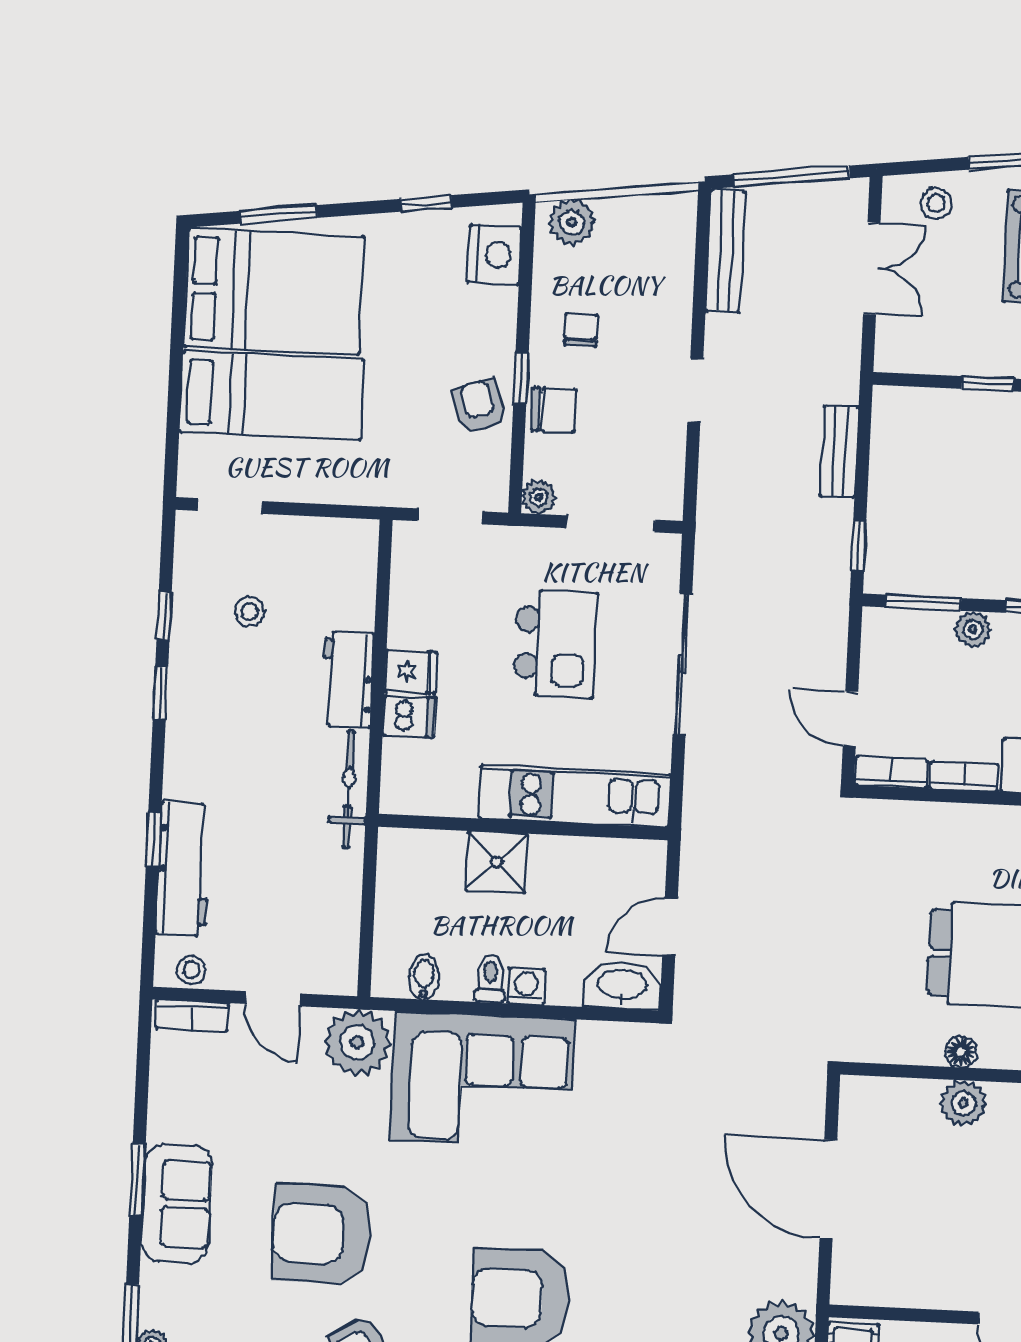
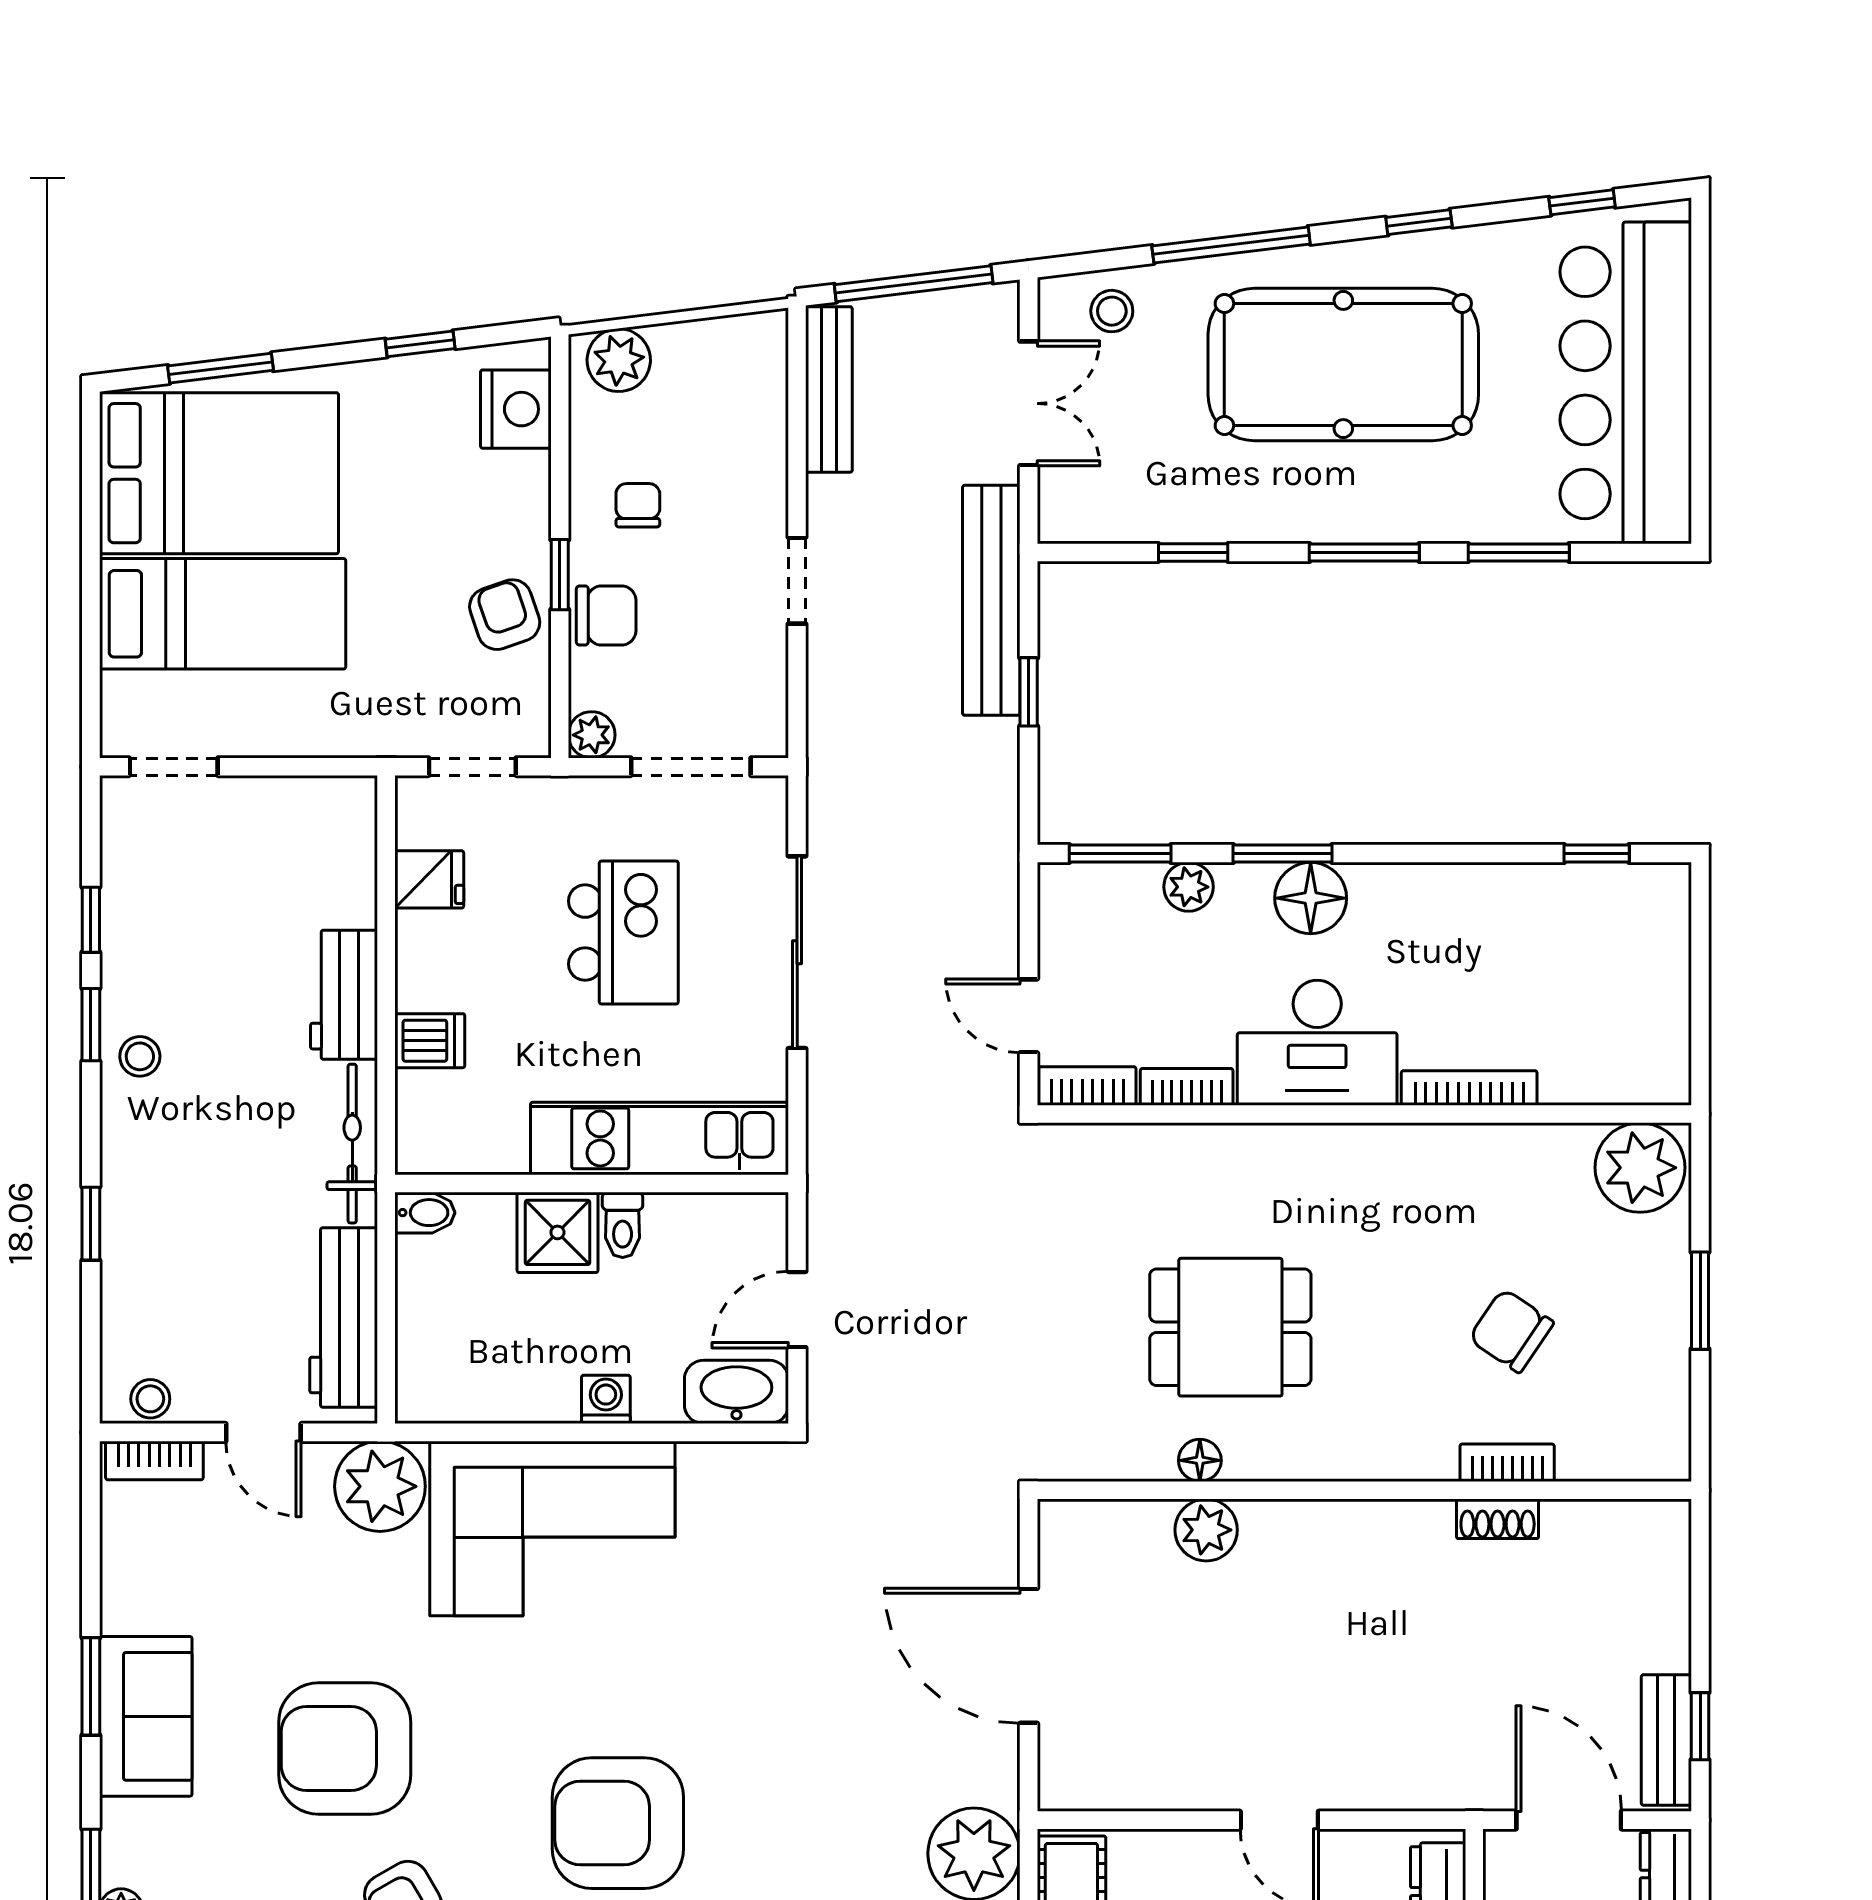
bench: (839, 451) -> (991, 600), width x1.86, depth x1.21
window: (859, 545) -> (1029, 692), moved
stool: (250, 612) -> (140, 1056), moved
fridge: (411, 672) -> (429, 879), moved
workbench: (183, 869) -> (344, 1318), moved, turned 180
bidet: (424, 977) -> (425, 1213), moved, turned 90
toilet: (490, 978) -> (623, 1225), moved, turned 180

